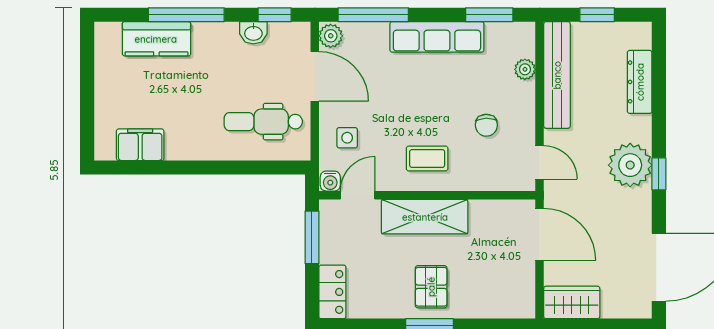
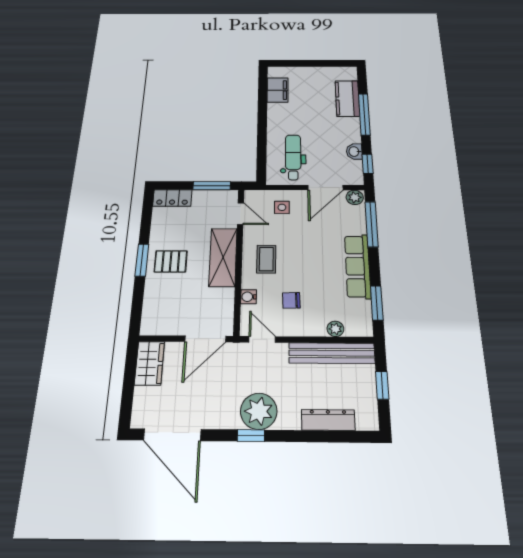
door: (540, 162) -> (262, 339), swing flipped
water cooler: (330, 181) -> (248, 297), moved

